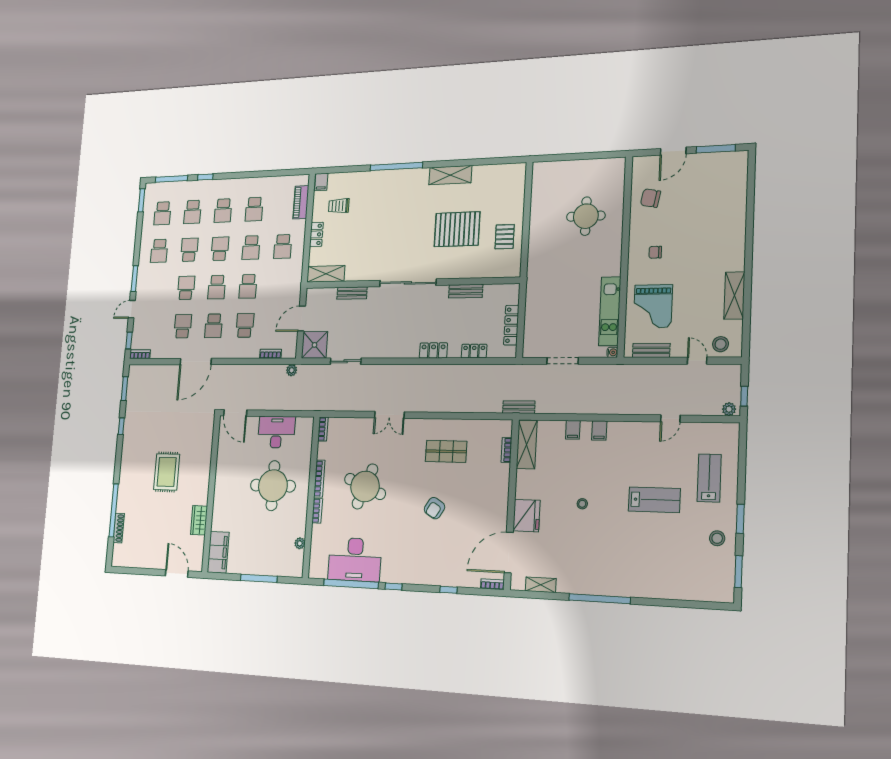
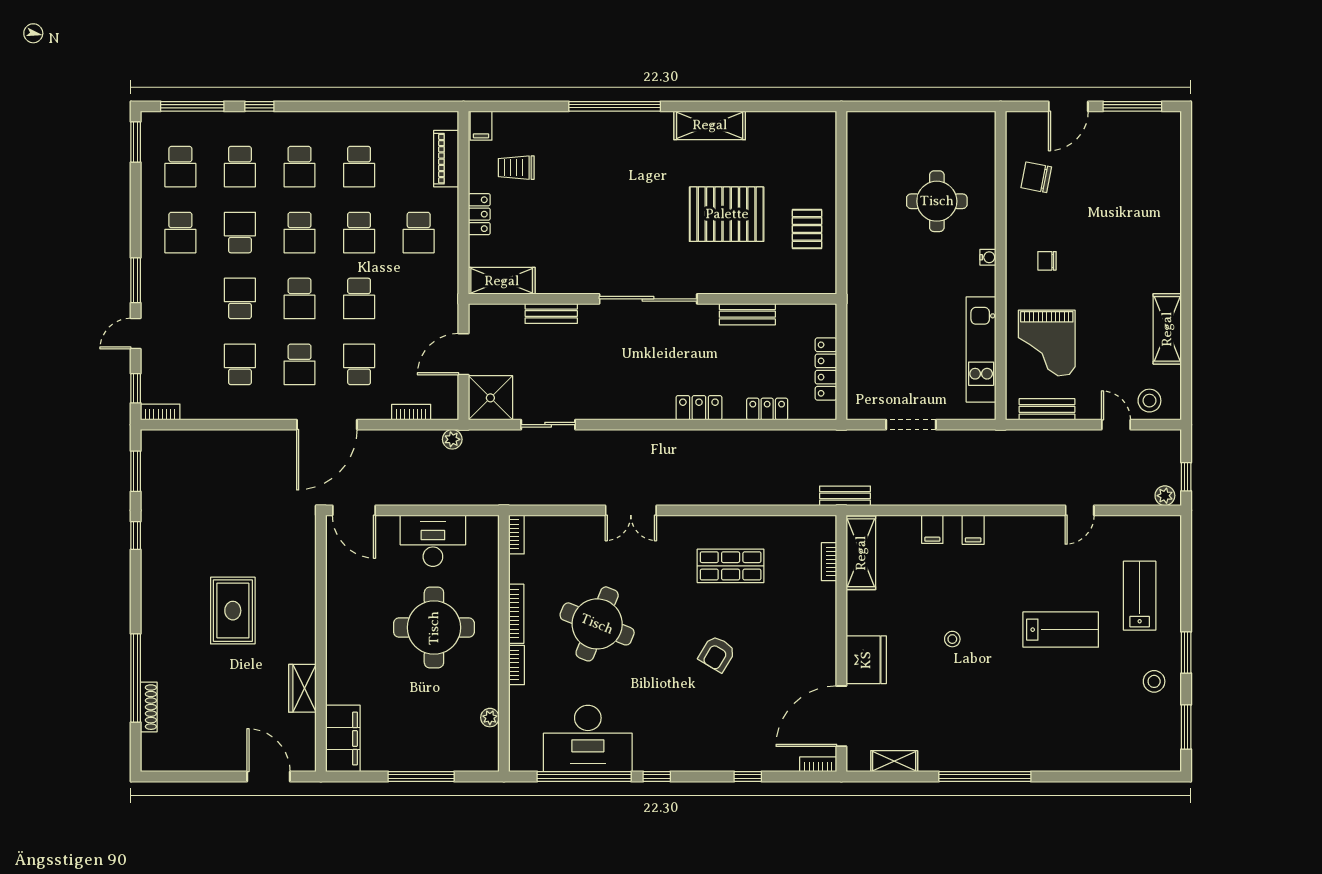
school desk: (220, 249) -> (300, 233), turned 180
water cooler: (612, 352) -> (988, 257), moved
door: (196, 362) -> (327, 425), moved

